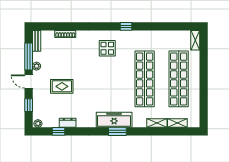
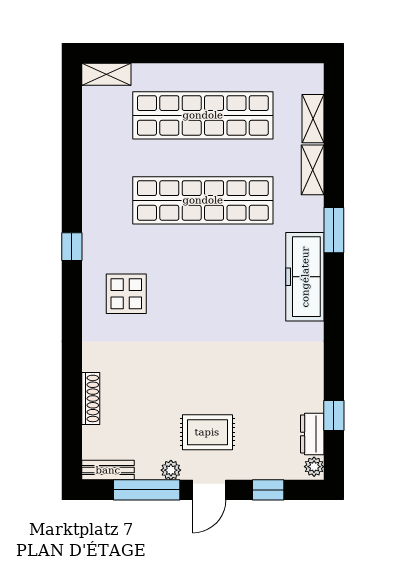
rug: (62, 86) -> (207, 432), moved, turned 90
dresser: (68, 123) -> (312, 434), moved
window: (117, 131) -> (334, 230), moved

